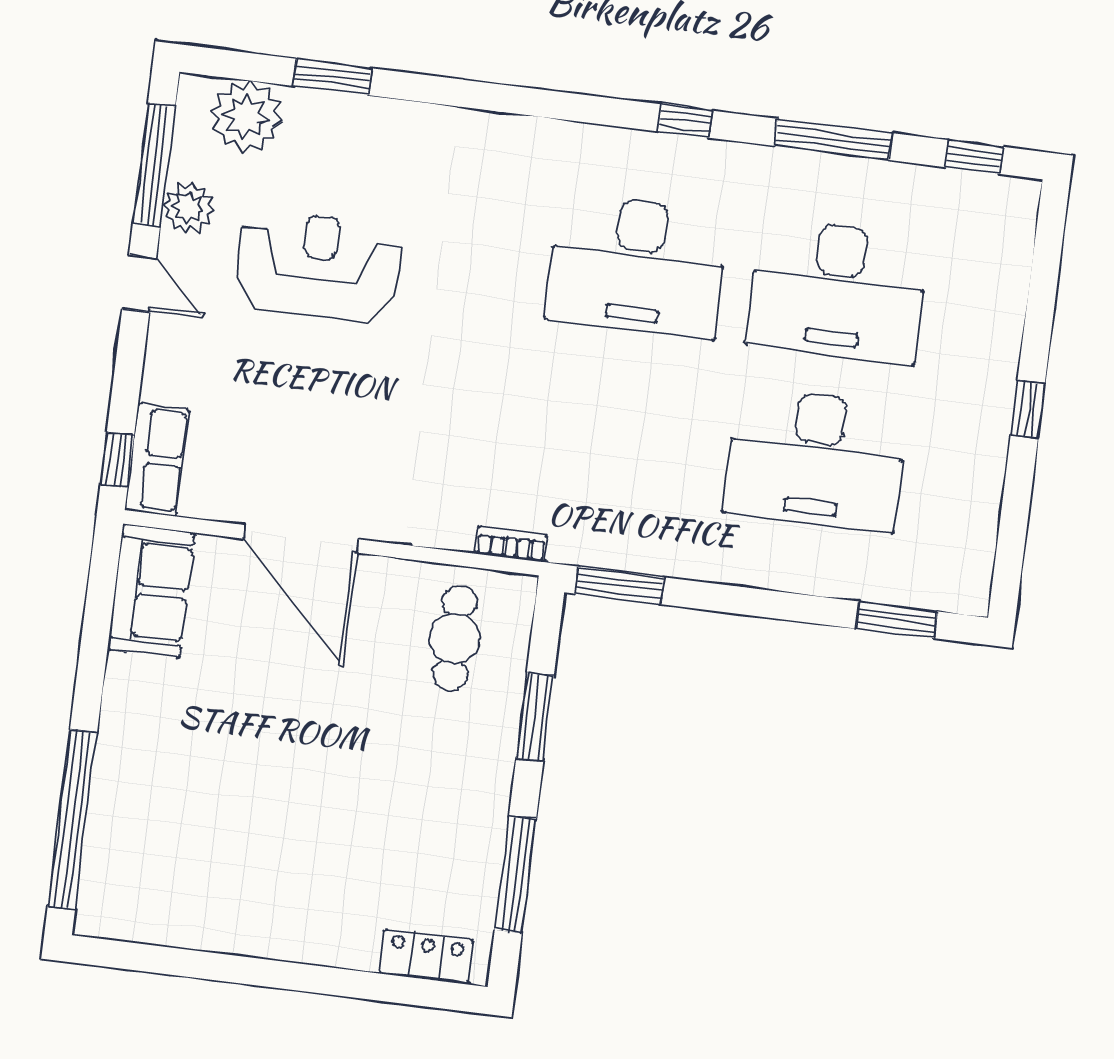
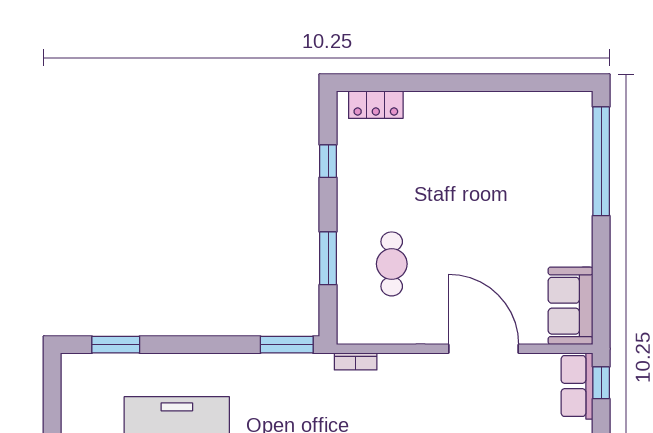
cafe table: (455, 638) -> (392, 264), moved
window: (515, 875) -> (328, 161), width x0.46

